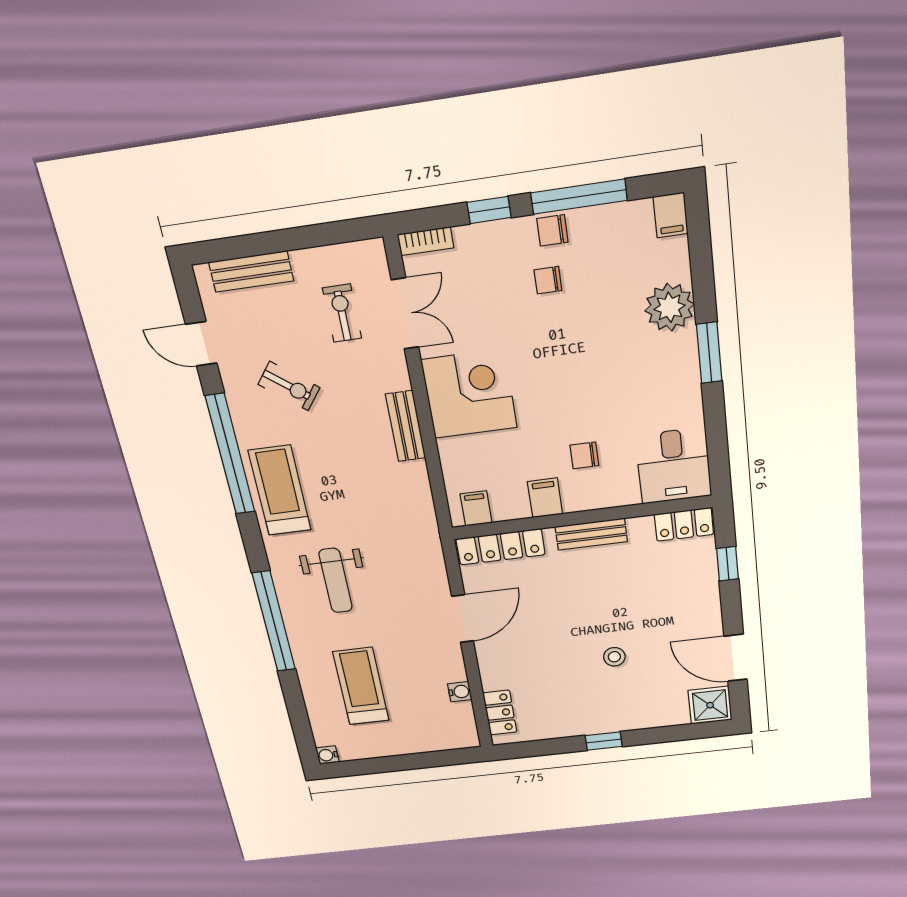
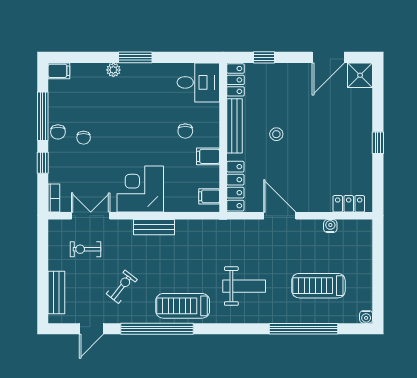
plant: (670, 307) -> (113, 70), width x0.53, depth x0.53
bench: (591, 534) -> (234, 126), width x1.36
window: (274, 622) -> (303, 329), moved
stool: (614, 657) -> (276, 134), moved

